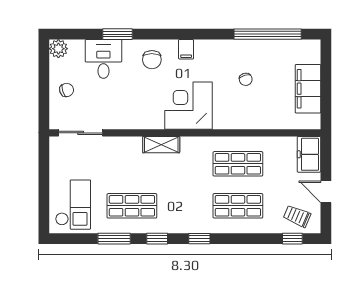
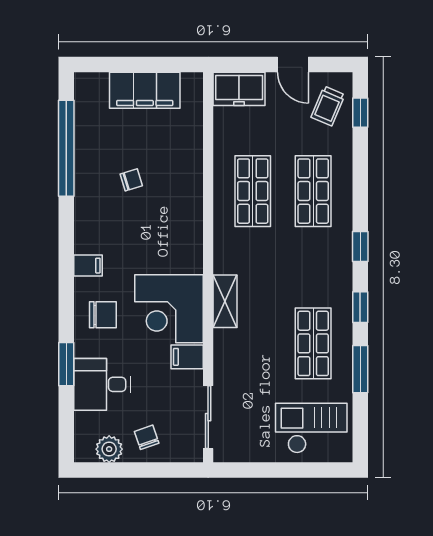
plant: (58, 49) -> (109, 449), moved
corner desk: (188, 106) -> (169, 309), moved
filing cabinet: (123, 118) -> (187, 357), added
door: (326, 192) -> (293, 64), hinge flipped

